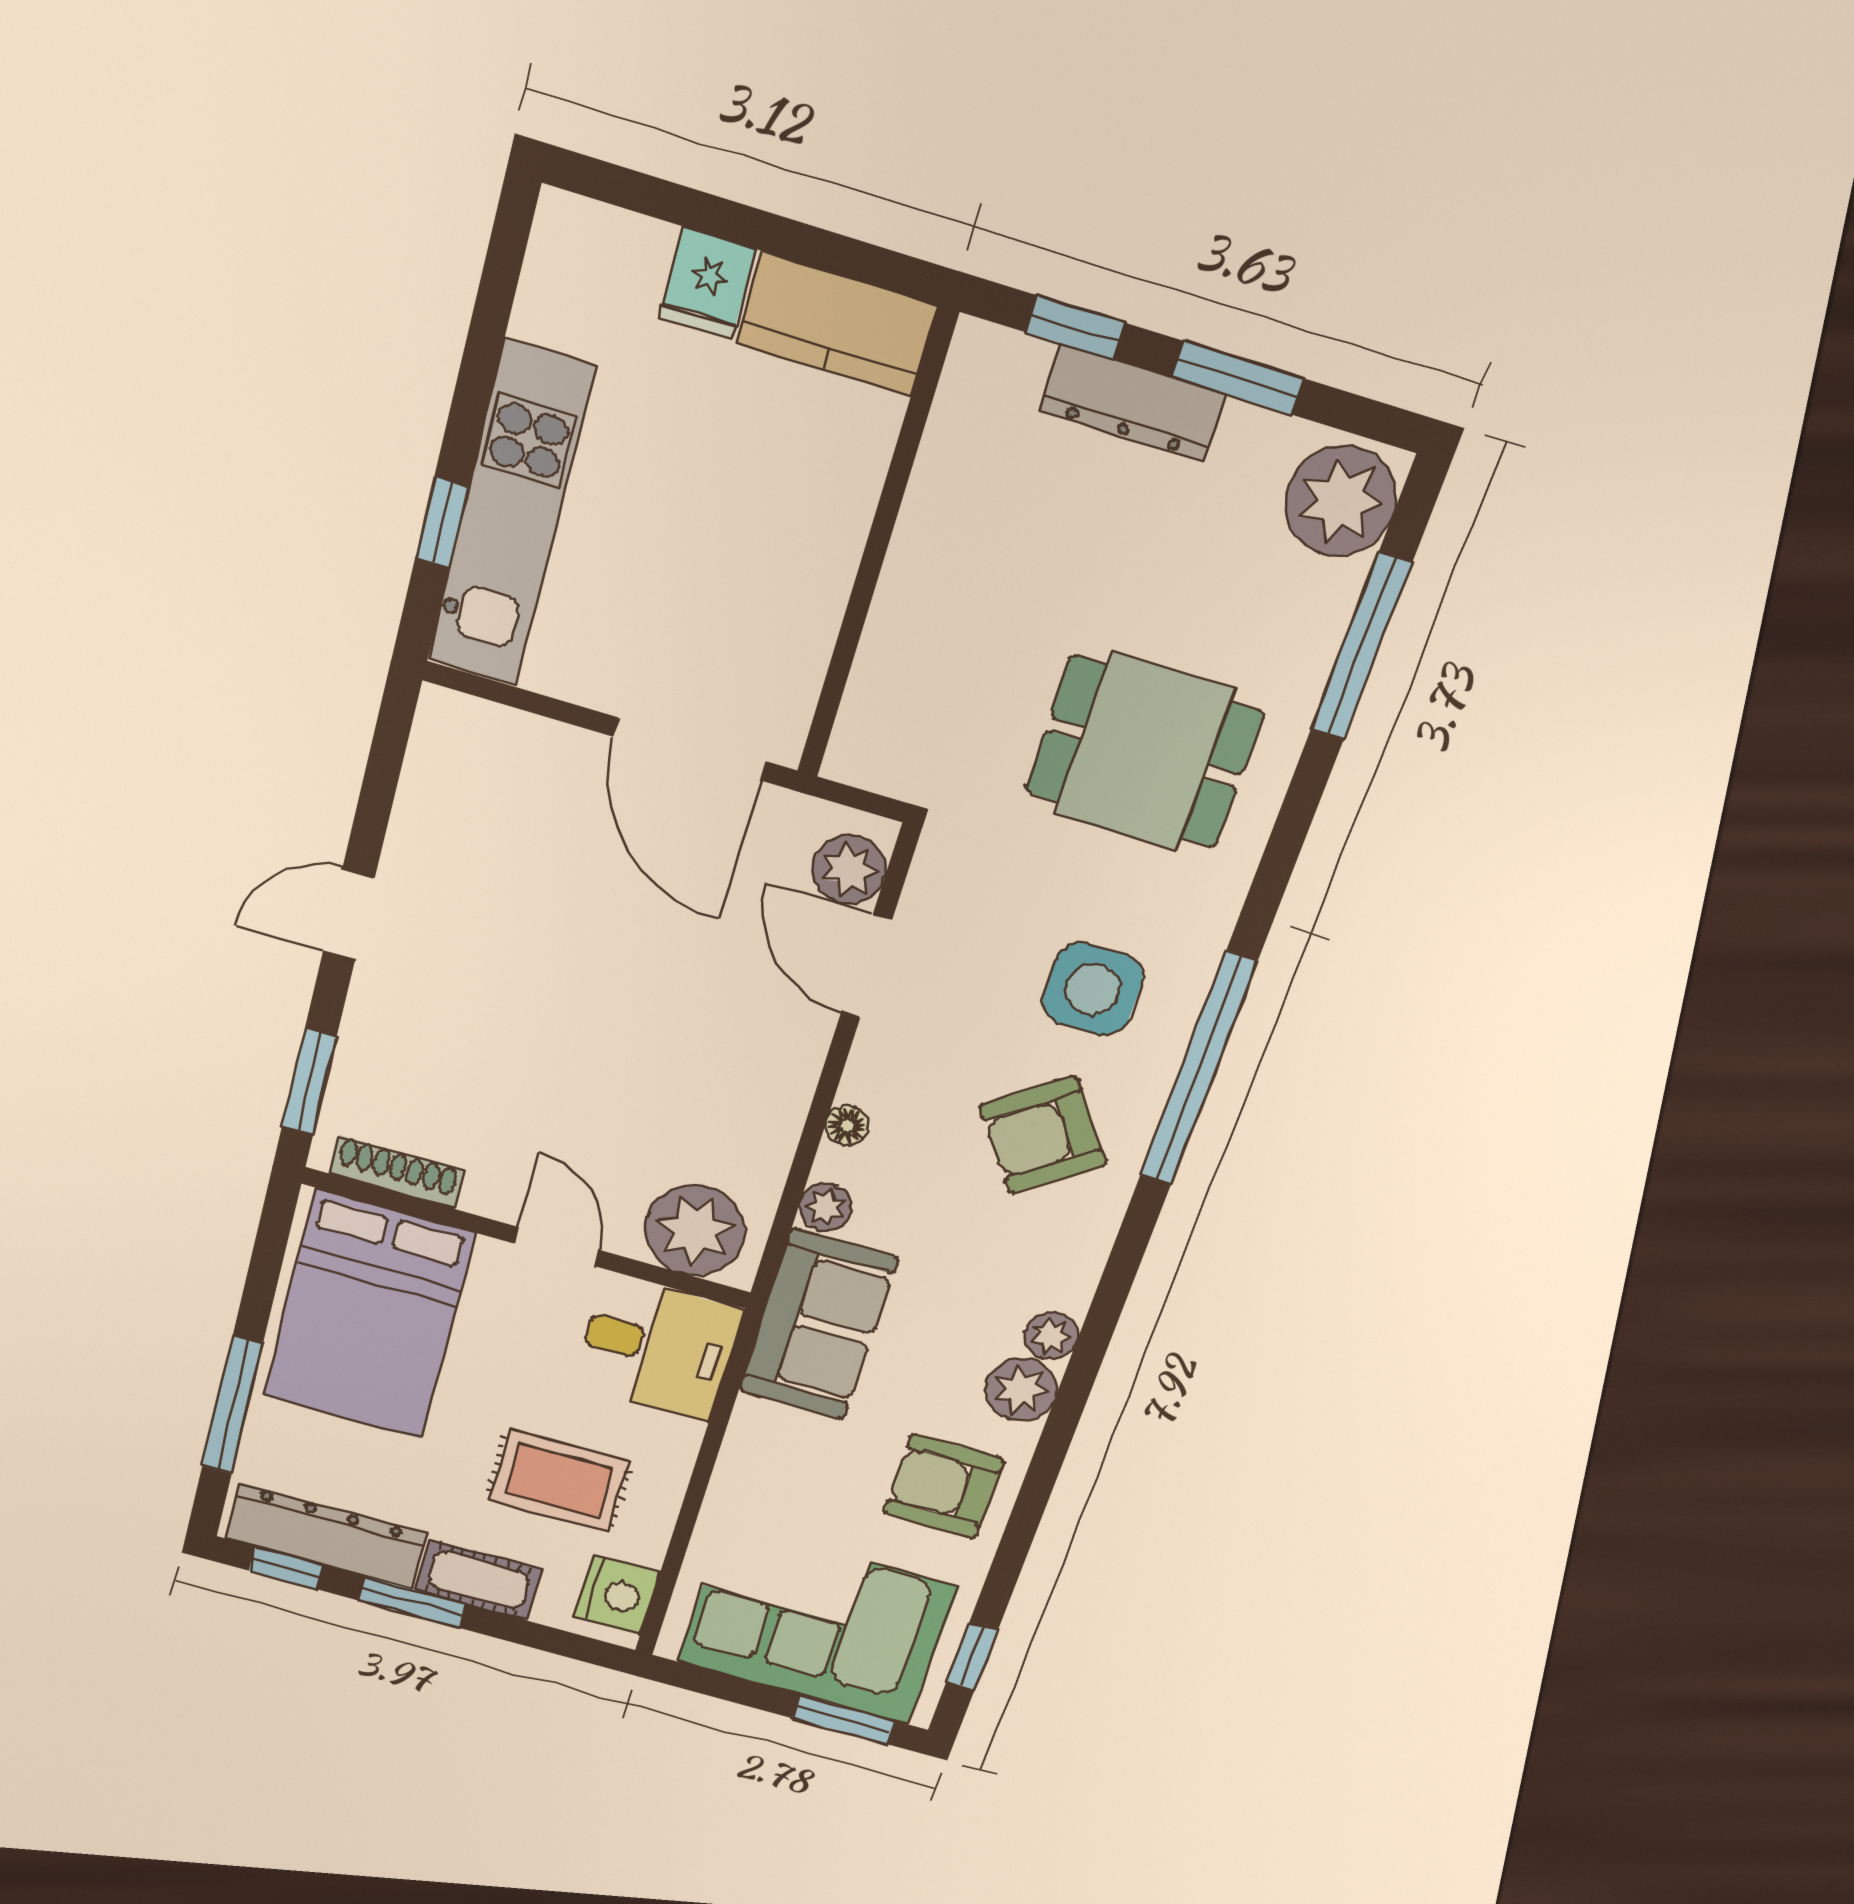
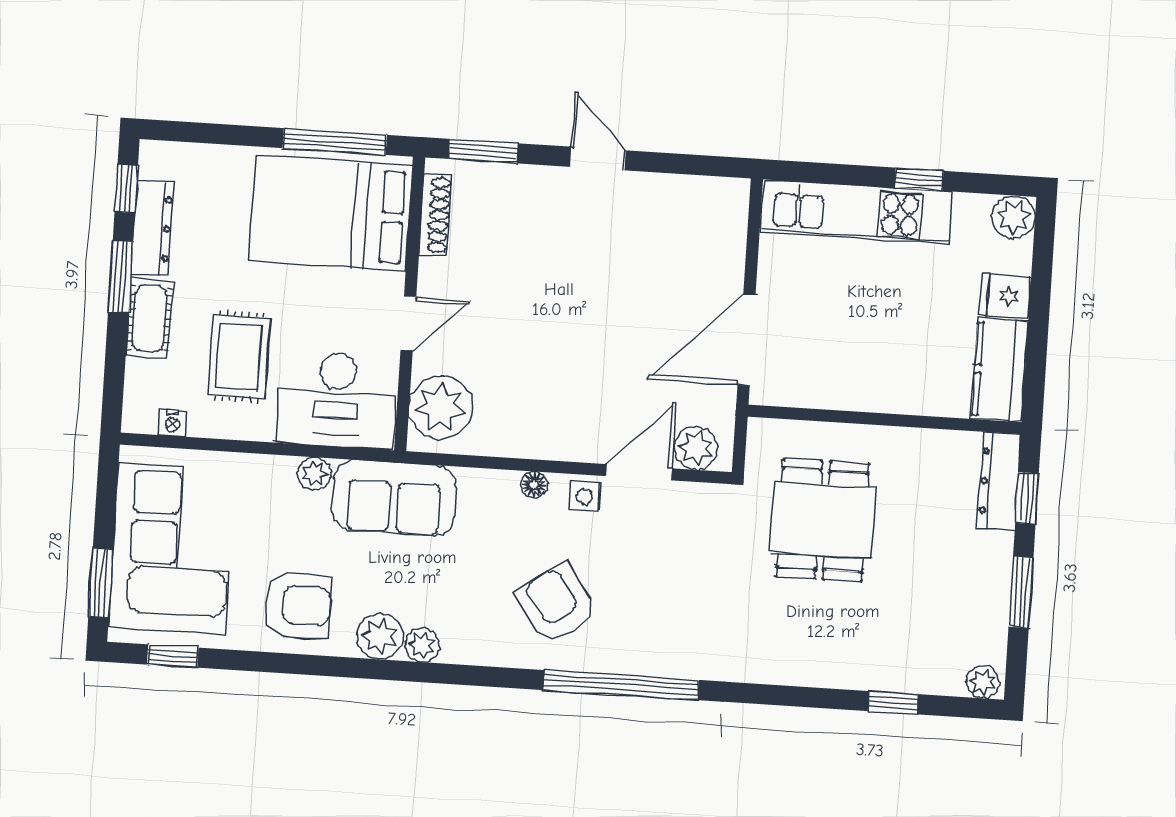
plant: (570, 234) -> (1014, 217), added
dresser: (1132, 403) -> (999, 481), moved
plant: (1341, 501) -> (983, 682), width x0.53, depth x0.53
window: (442, 522) -> (919, 179), moved
window: (1361, 647) -> (893, 703), width x0.46
dining table: (1144, 752) -> (822, 520), moved
side table: (1093, 989) -> (584, 496), moved, width x0.54, depth x0.54
plant: (826, 1207) -> (314, 474), moved
desk: (658, 1348) -> (337, 400), width x1.37
window: (232, 1405) -> (335, 142), moved
armchair: (943, 1486) -> (297, 605), turned 90
dresser: (326, 1536) -> (152, 228), width x0.73, depth x0.80
nightstand: (617, 1595) -> (172, 423), width x0.53, depth x0.56

